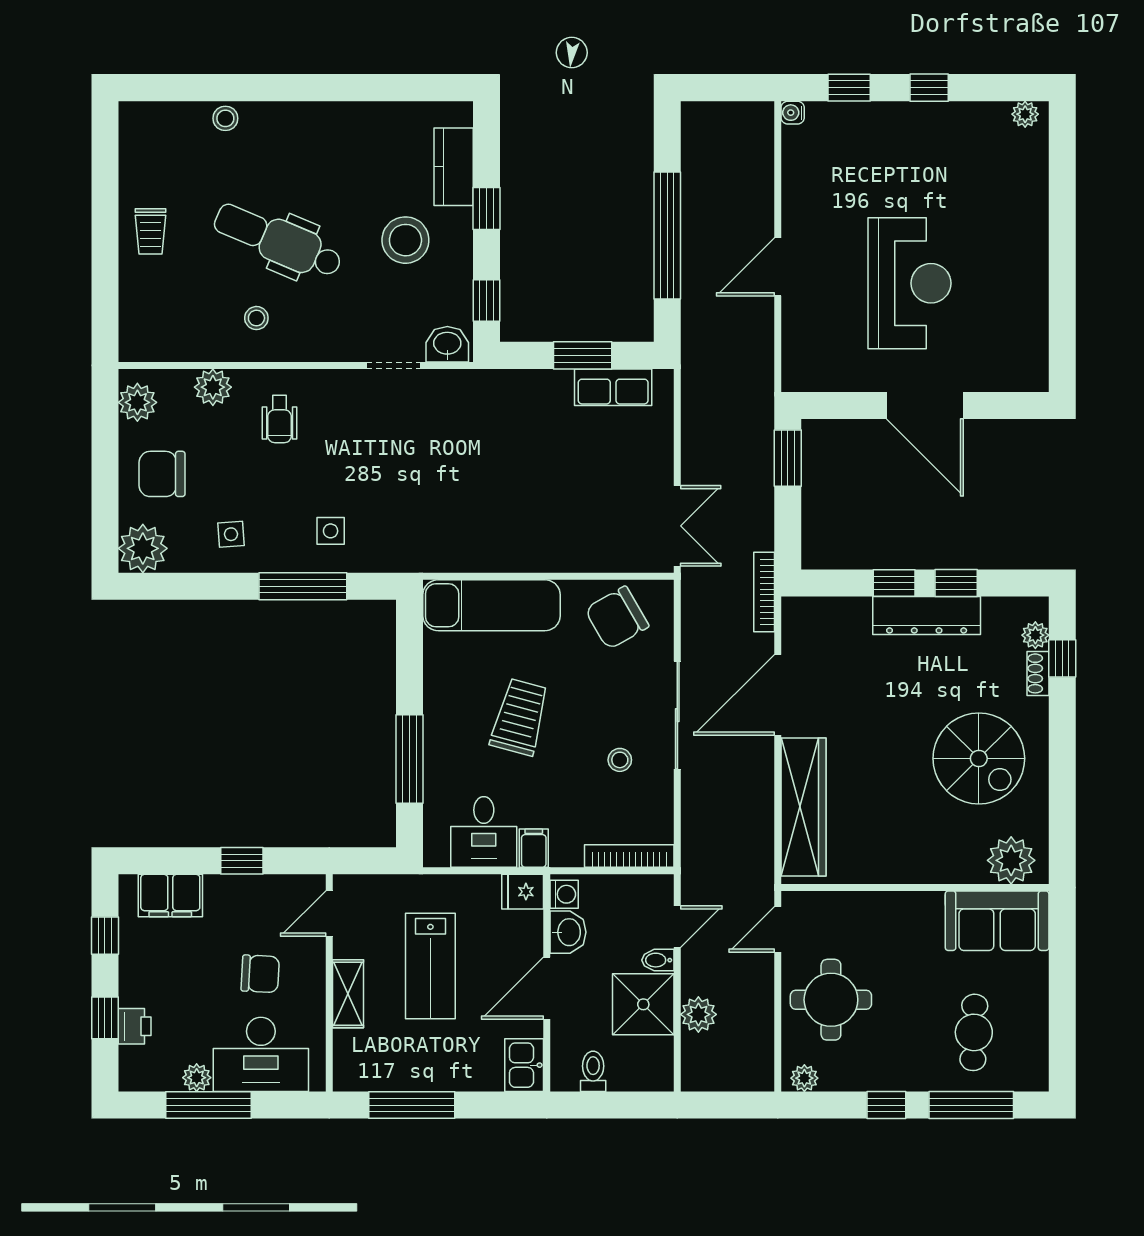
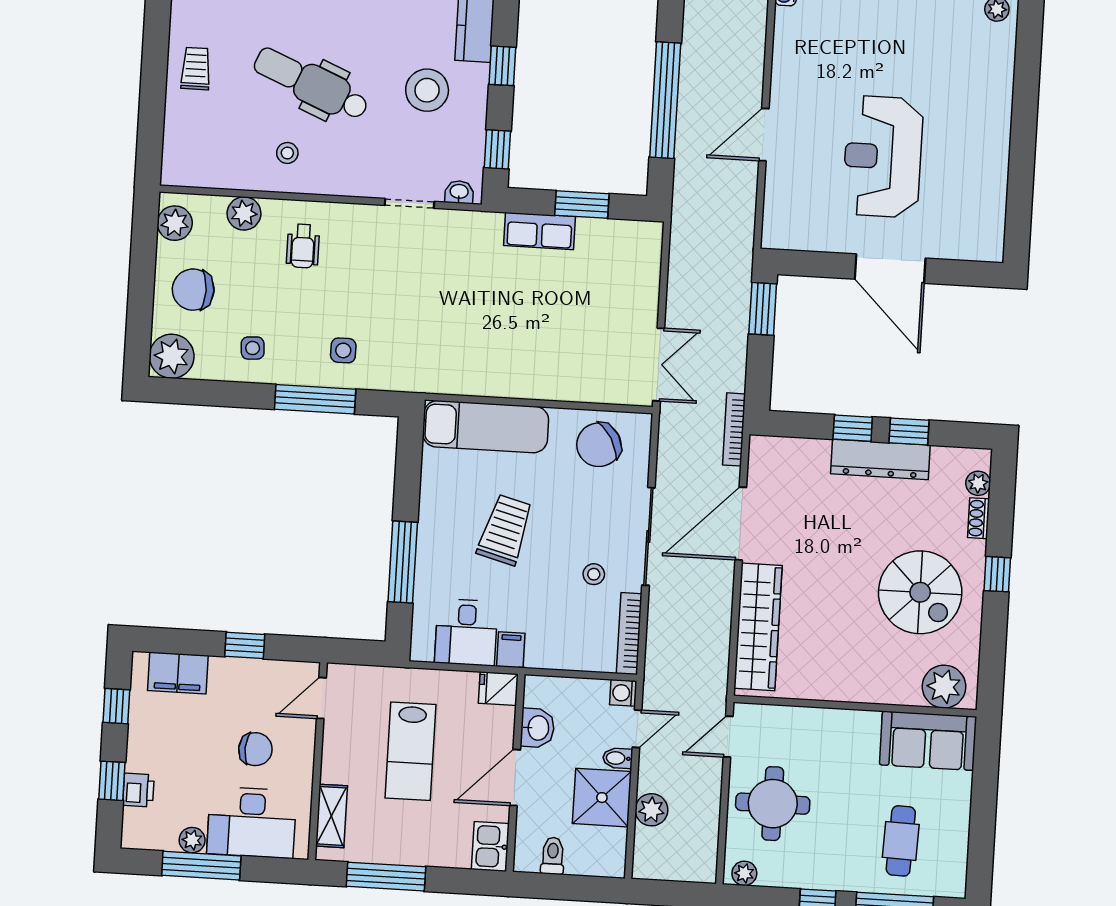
trolley: (151, 231) -> (196, 69), turned 180
reception desk: (909, 283) -> (883, 157), turned 180
washbasin: (447, 344) -> (459, 192), width x0.72, depth x0.69
row of seats: (613, 387) -> (540, 231), moved
window: (1062, 658) -> (997, 574), moved
bookcase: (629, 856) -> (629, 634), moved, turned -90
washing machine: (564, 894) -> (623, 693), moved, turned 180
shelving: (348, 994) -> (331, 816), moved

